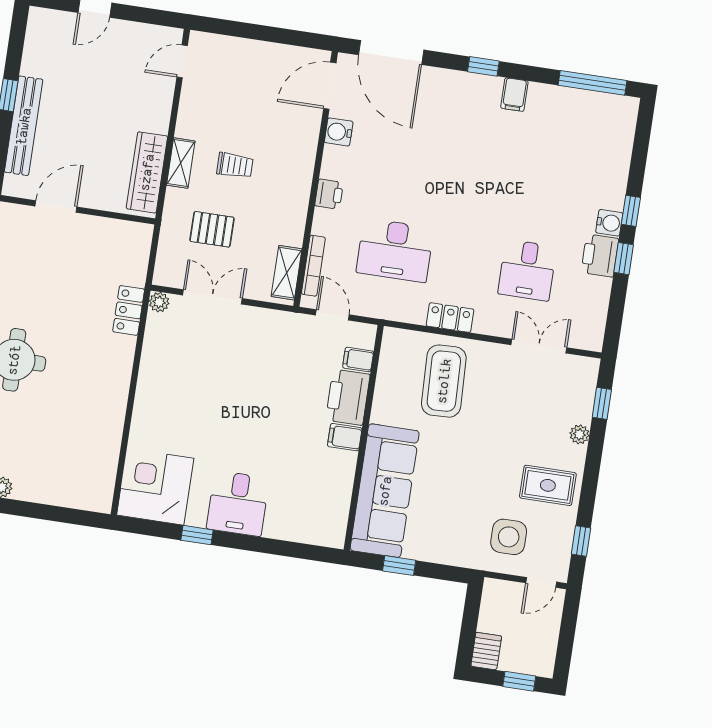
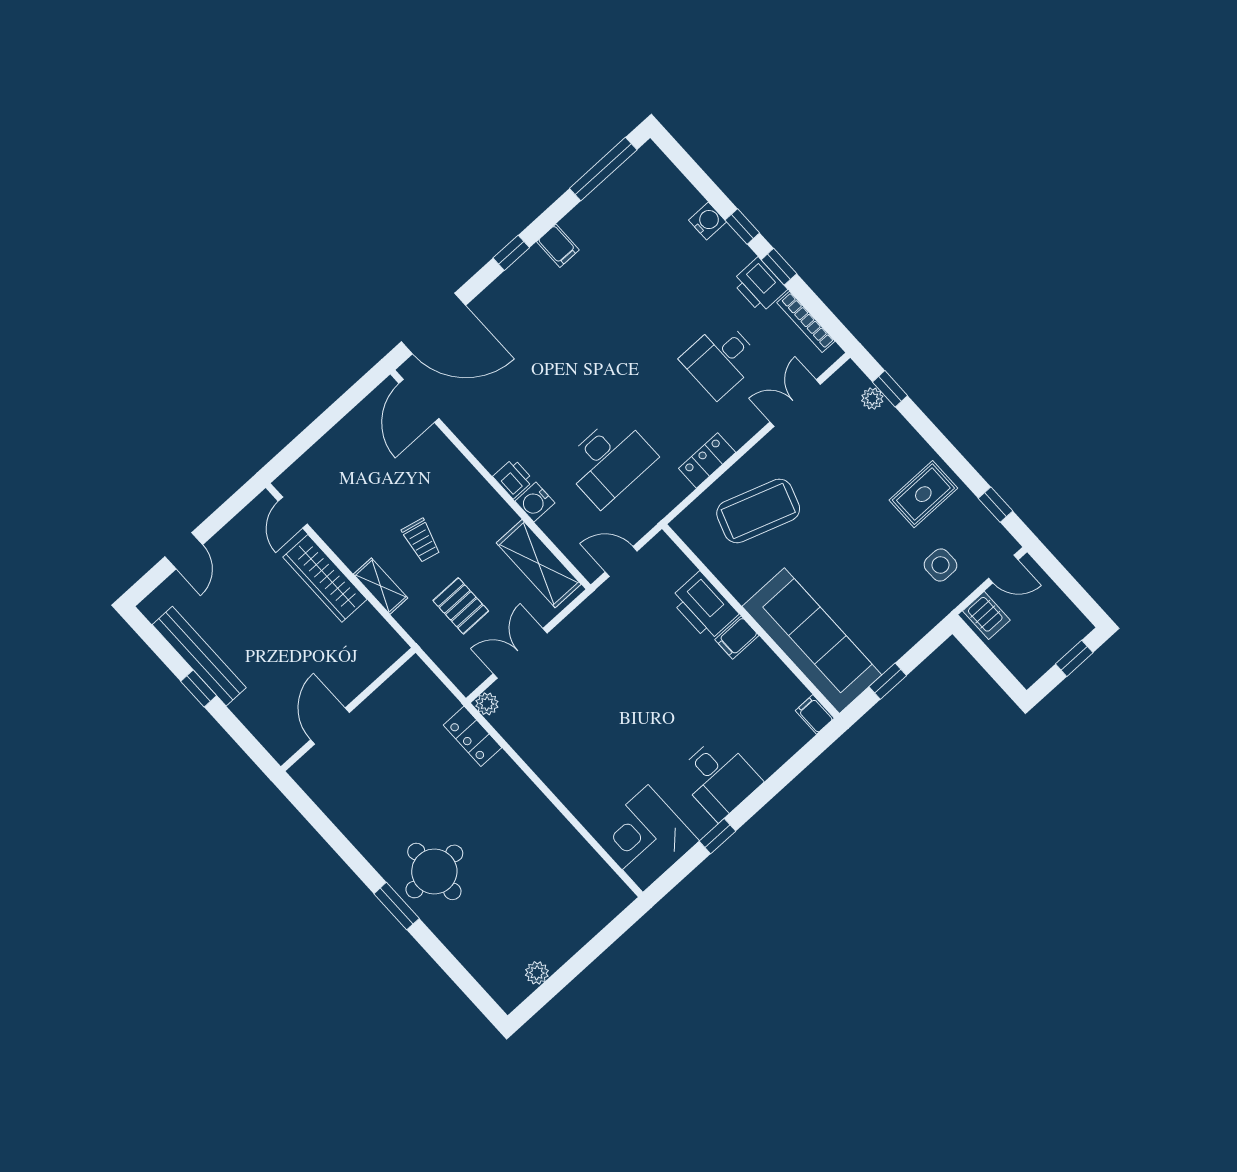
bench: (24, 126) -> (199, 656), moved
water cooler: (339, 132) -> (535, 502), moved
trolley: (235, 165) -> (421, 540), turned 103
wardrobe: (147, 172) -> (325, 578), moved
water cooler: (609, 223) -> (707, 221), moved
pallet: (212, 229) -> (461, 606), turned 90
bookcase: (313, 266) -> (806, 322), moved, turned 180
desk: (527, 270) -> (721, 359), turned 90
shelving: (287, 273) -> (539, 564), width x1.50, depth x1.33
filing cabinet: (358, 360) -> (815, 714), moved, turned 90
coffee table: (444, 381) -> (758, 511), turned -69
plant: (579, 434) -> (872, 399), moved
side table: (509, 537) -> (940, 565), width x0.73, depth x0.73
door: (541, 582) -> (1003, 569), hinge flipped
server rack: (486, 651) -> (986, 615), moved, turned 180

